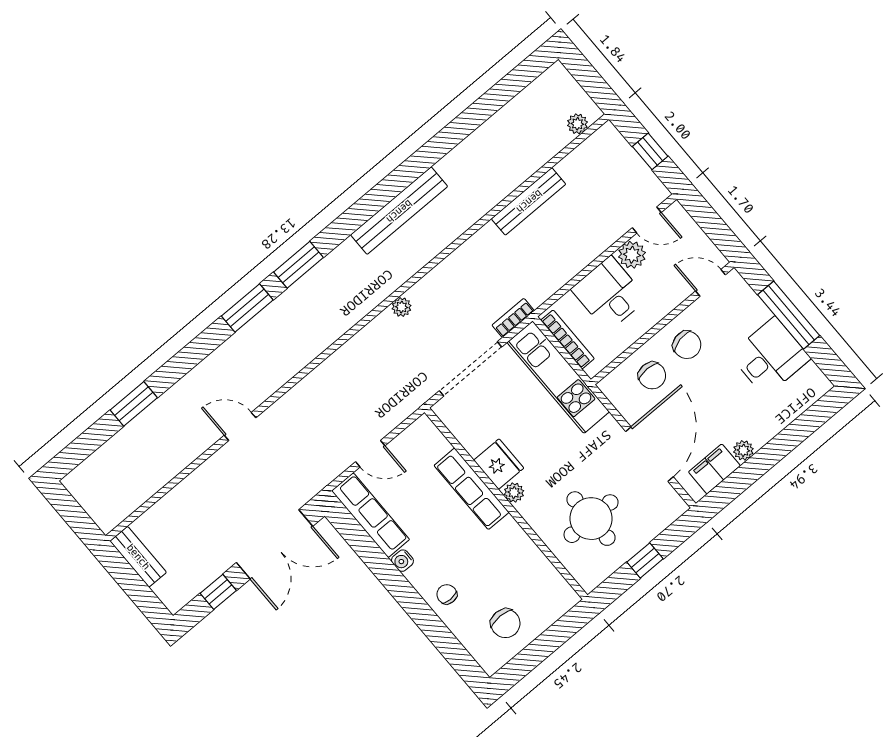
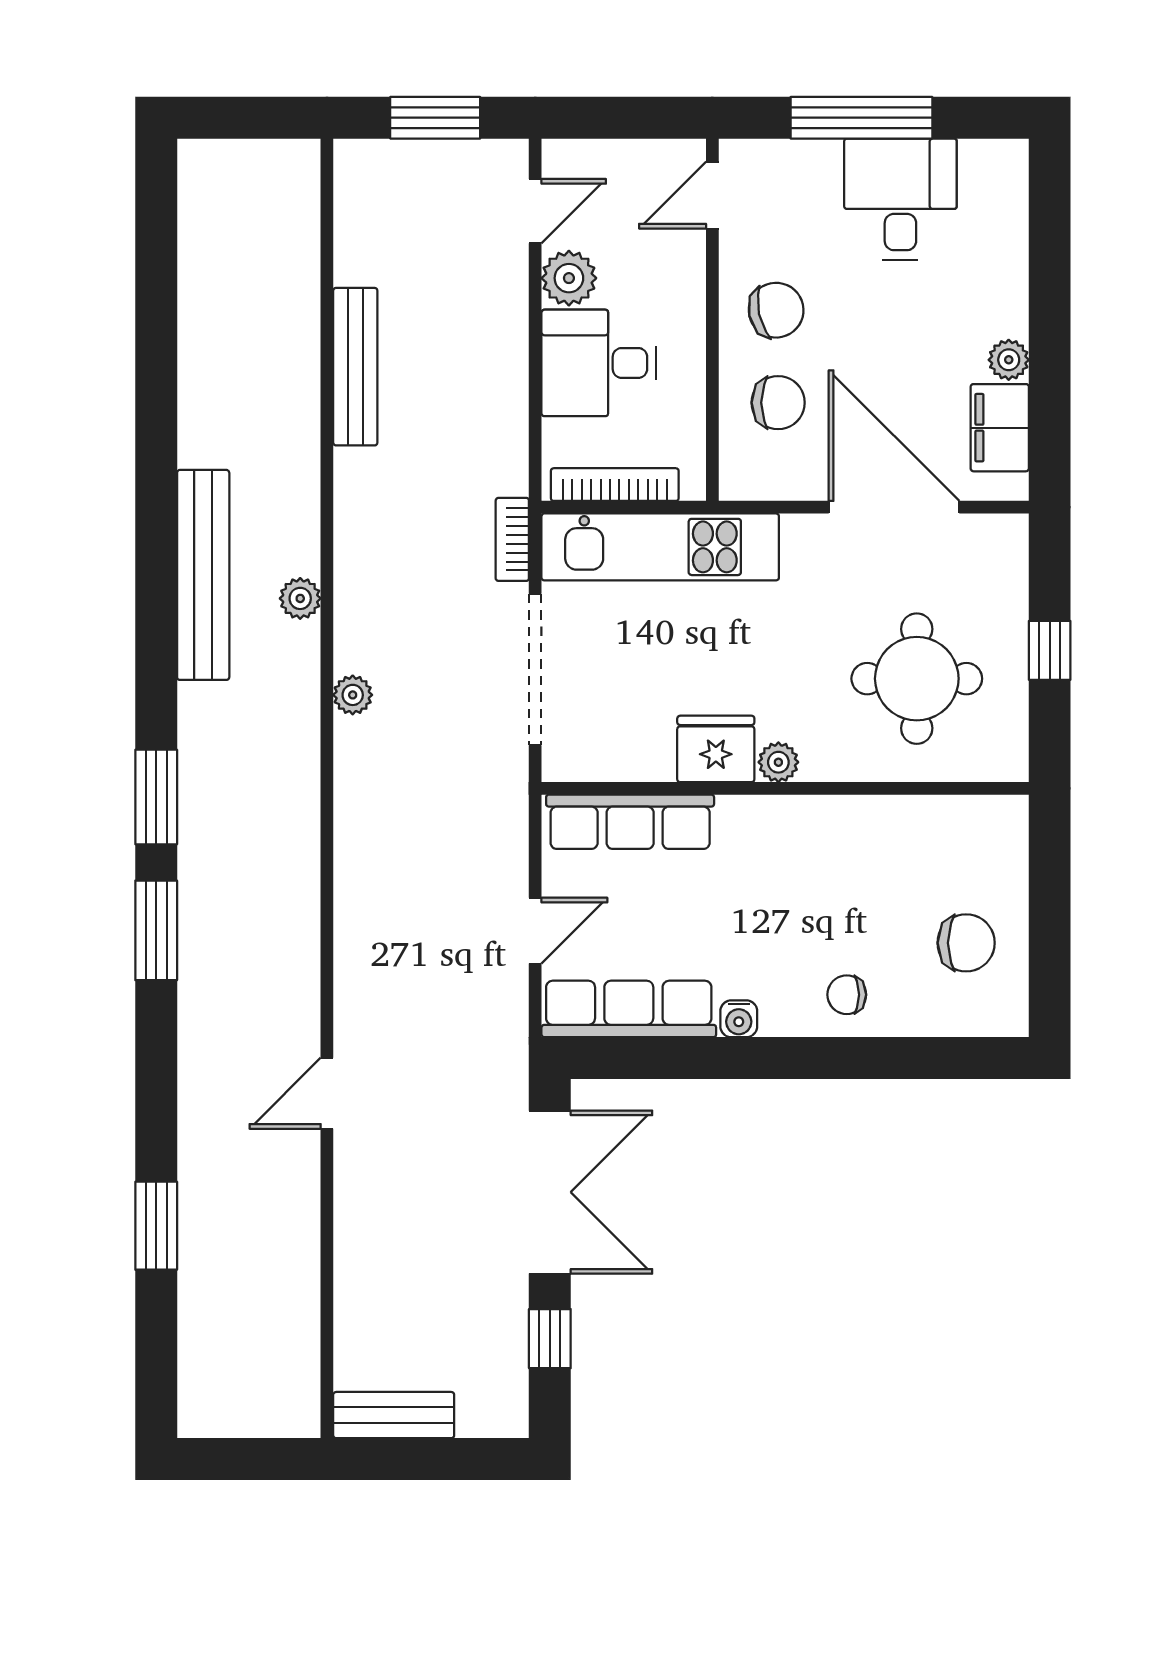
plant: (577, 124) -> (300, 598), moved
window: (650, 151) -> (435, 118), width x1.50
row of seats: (472, 489) -> (630, 822), moved

